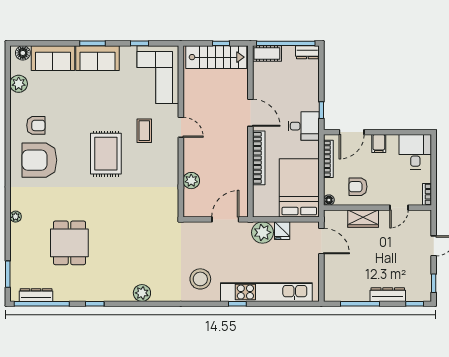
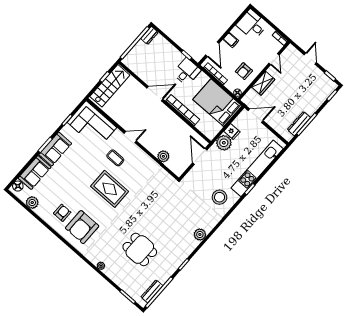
cot: (267, 53) -> (131, 57), removed
dresser: (388, 295) -> (299, 124), moved

